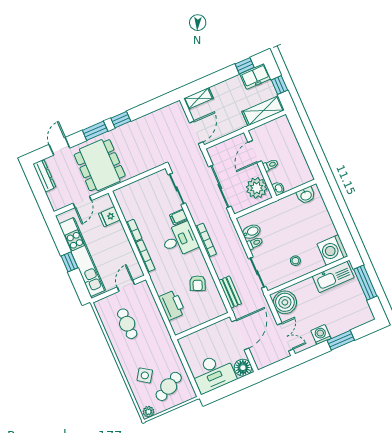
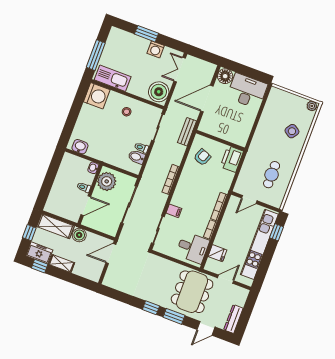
shelving: (198, 98) -> (62, 264), moved
boiler: (237, 122) -> (79, 235), added
desk: (179, 240) -> (193, 248), moved, turned 180
window: (69, 262) -> (277, 232), moved
wall: (203, 326) -> (220, 140), moved
cafe table: (169, 386) -> (284, 110), removed

